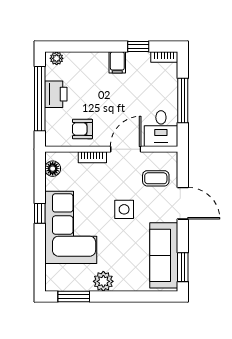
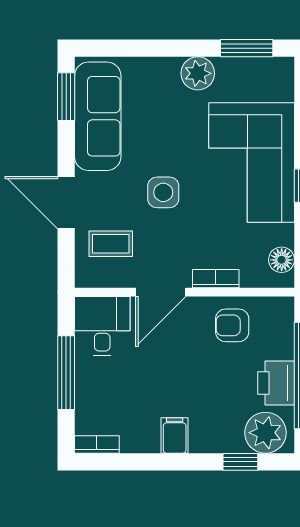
window: (138, 47) -> (240, 462), moved
plant: (57, 58) -> (265, 433), width x1.87, depth x1.87
armchair: (82, 129) -> (232, 325), turned 180

